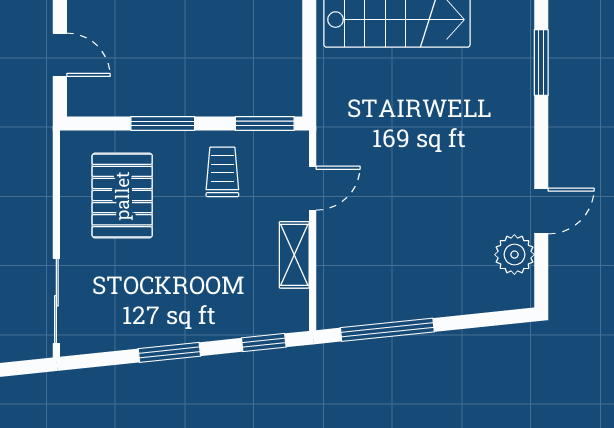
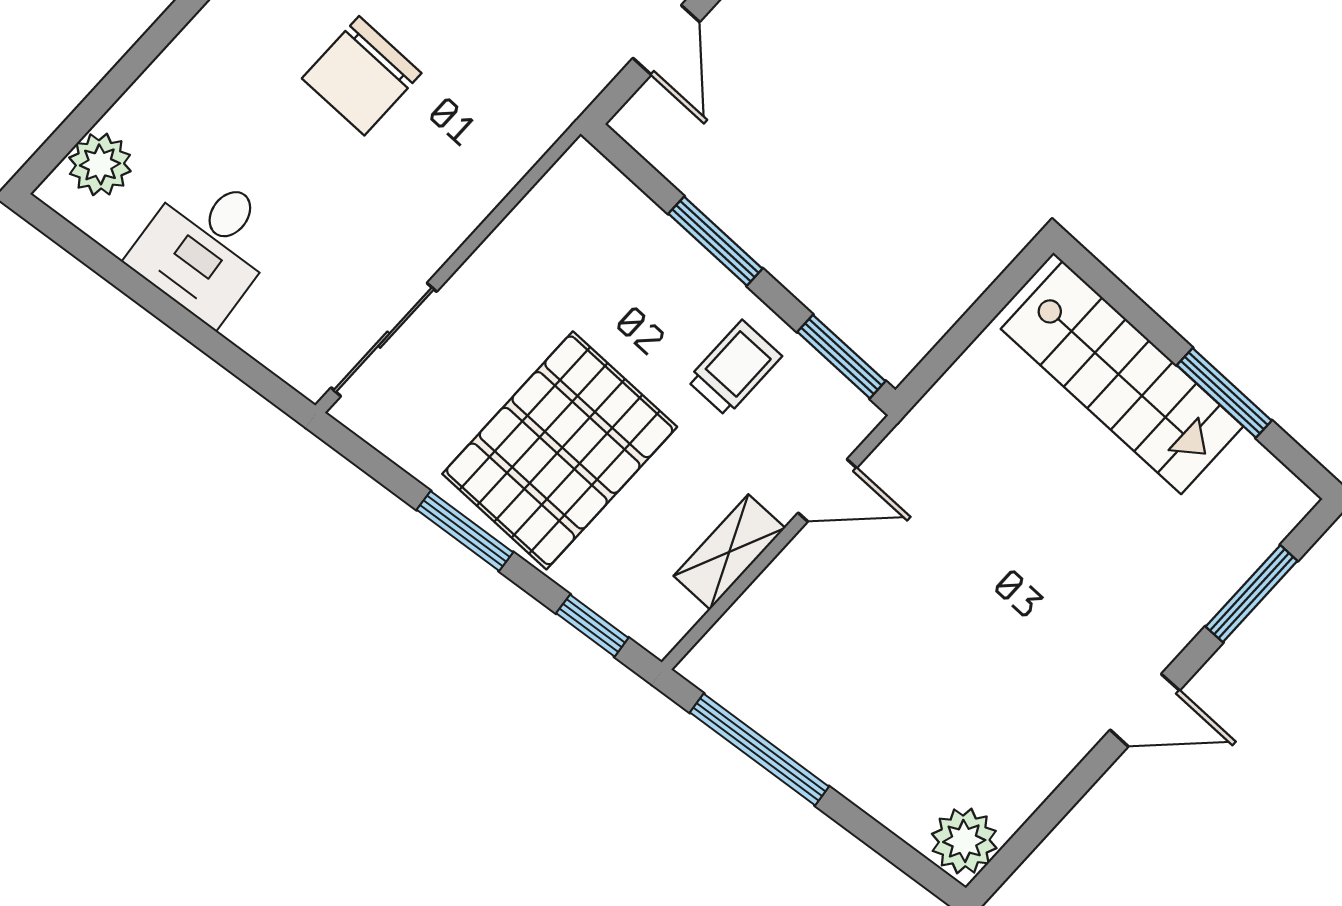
pallet: (122, 196) -> (560, 450), moved, width x1.37, depth x1.41
door: (541, 211) -> (1145, 710), moved
plant: (514, 255) -> (964, 841), moved

